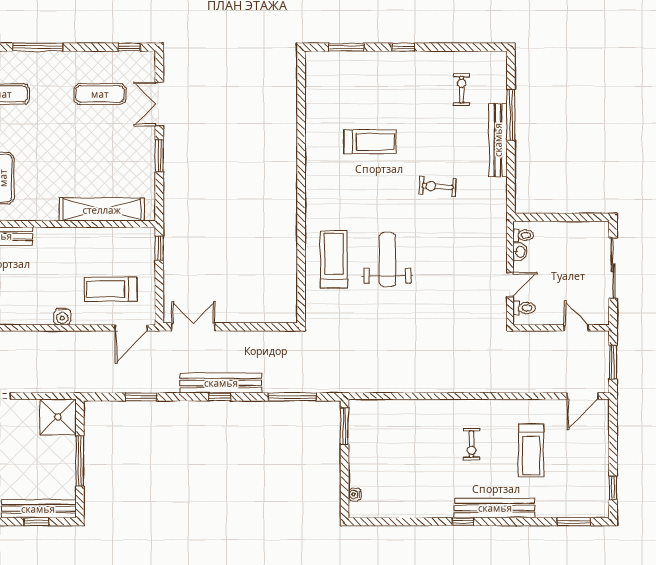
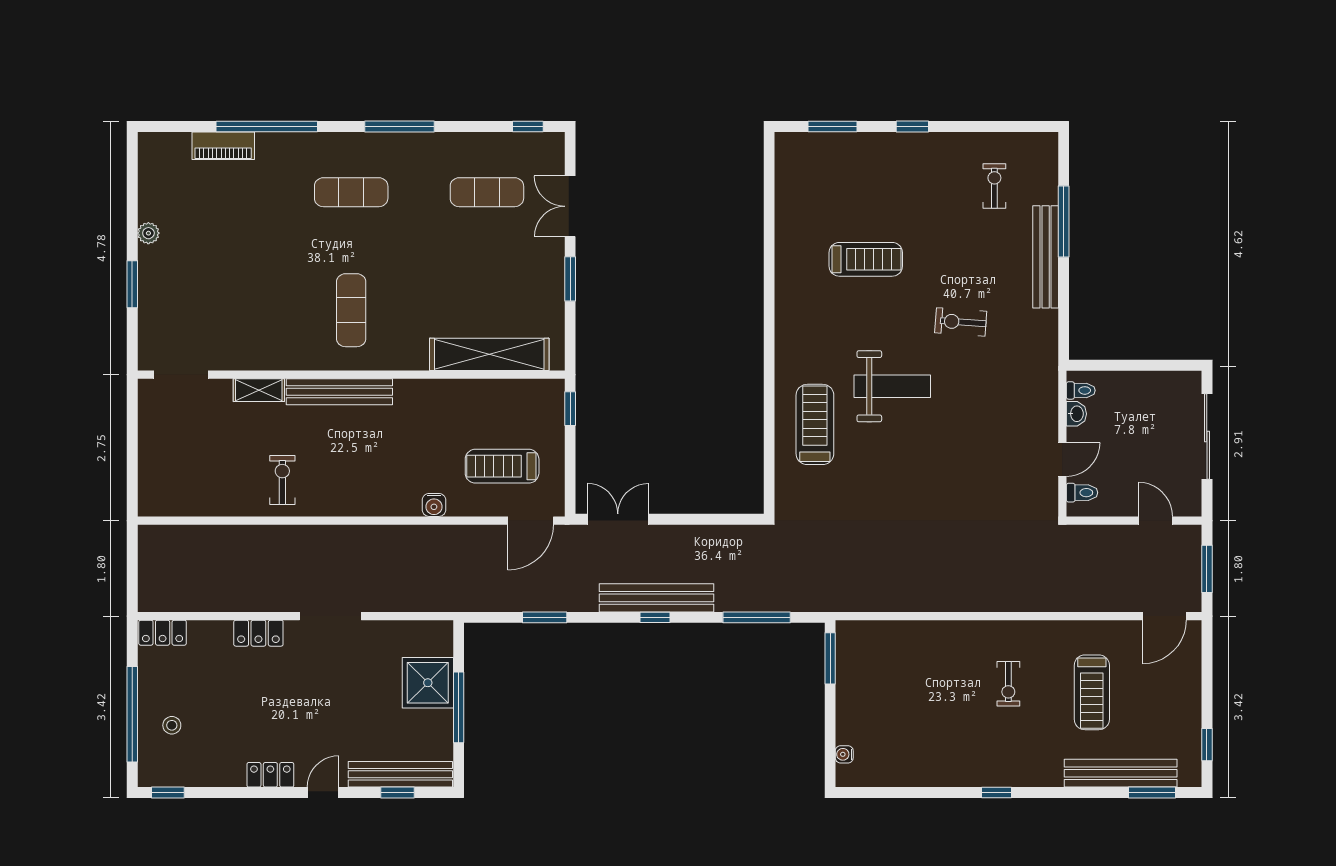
weight bench: (387, 259) -> (892, 386), moved, turned 90
shower: (58, 417) -> (428, 683), moved
bench: (495, 508) -> (1121, 773), moved

